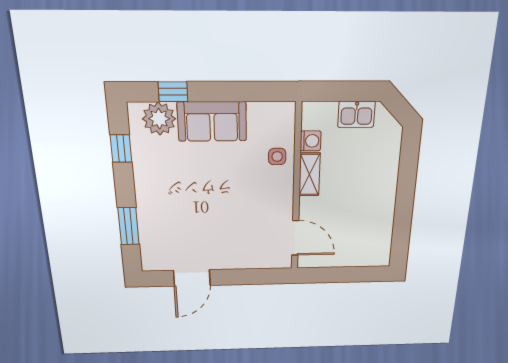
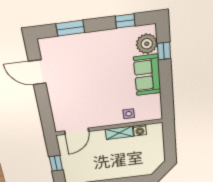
kitchen sink: (356, 114) -> (157, 151), removed
window: (346, 275) -> (56, 163), added

